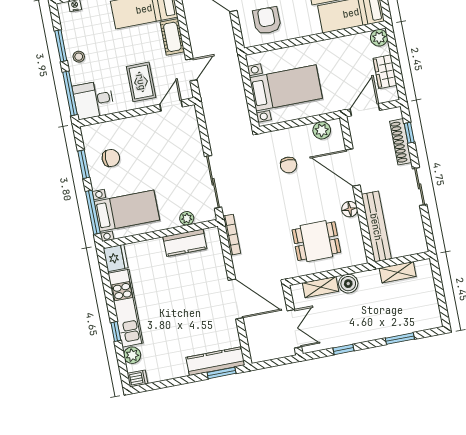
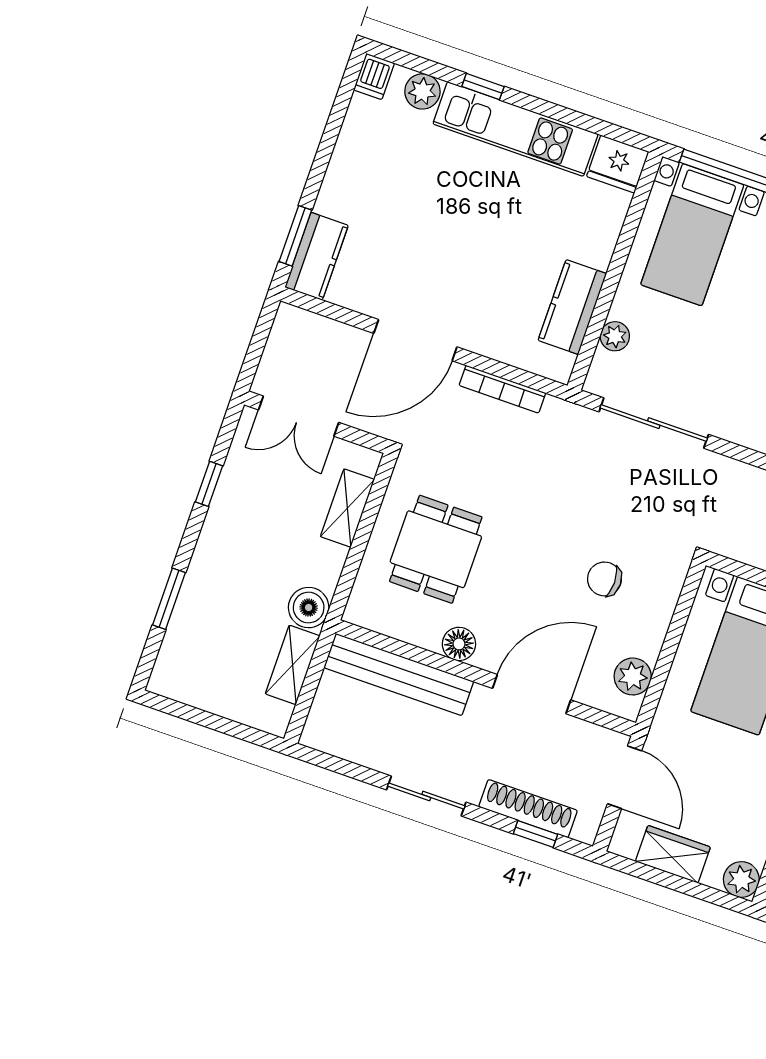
bookcase: (232, 235) -> (502, 389), moved
boiler: (348, 284) -> (309, 608), moved
kitchen counter: (216, 361) -> (317, 256), width x0.67

